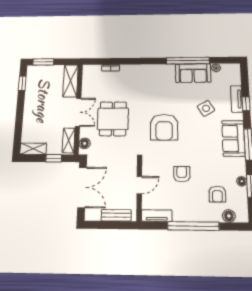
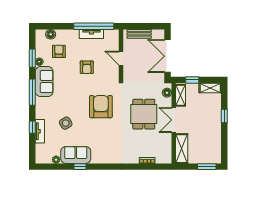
window: (188, 61) -> (80, 167), width x0.32
window: (22, 83) -> (224, 116), moved
sofa: (233, 138) -> (44, 82), moved
door: (139, 185) -> (121, 58), hinge flipped
tv unit: (157, 216) -> (91, 34), moved
window: (193, 226) -> (94, 26), moved

